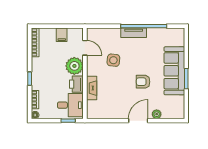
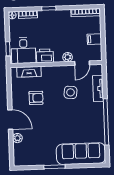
tv unit: (134, 33) -> (98, 89), moved
plant: (74, 66) -> (68, 57), width x0.53, depth x0.53
sofa: (174, 71) -> (81, 154), moved
armchair: (143, 82) -> (36, 98), moved, turned 90
fireplace: (92, 88) -> (29, 72), moved

